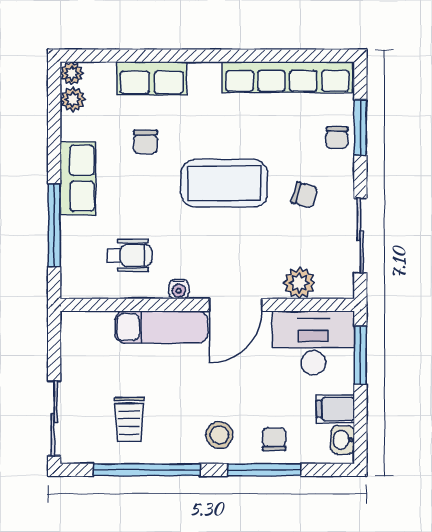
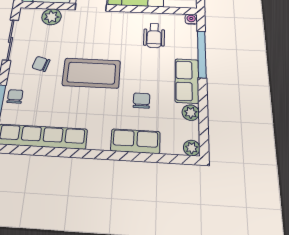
plant: (73, 99) -> (191, 113), moved
wheelchair: (129, 255) -> (154, 36), turned -90
water cooler: (179, 289) -> (191, 19), moved

